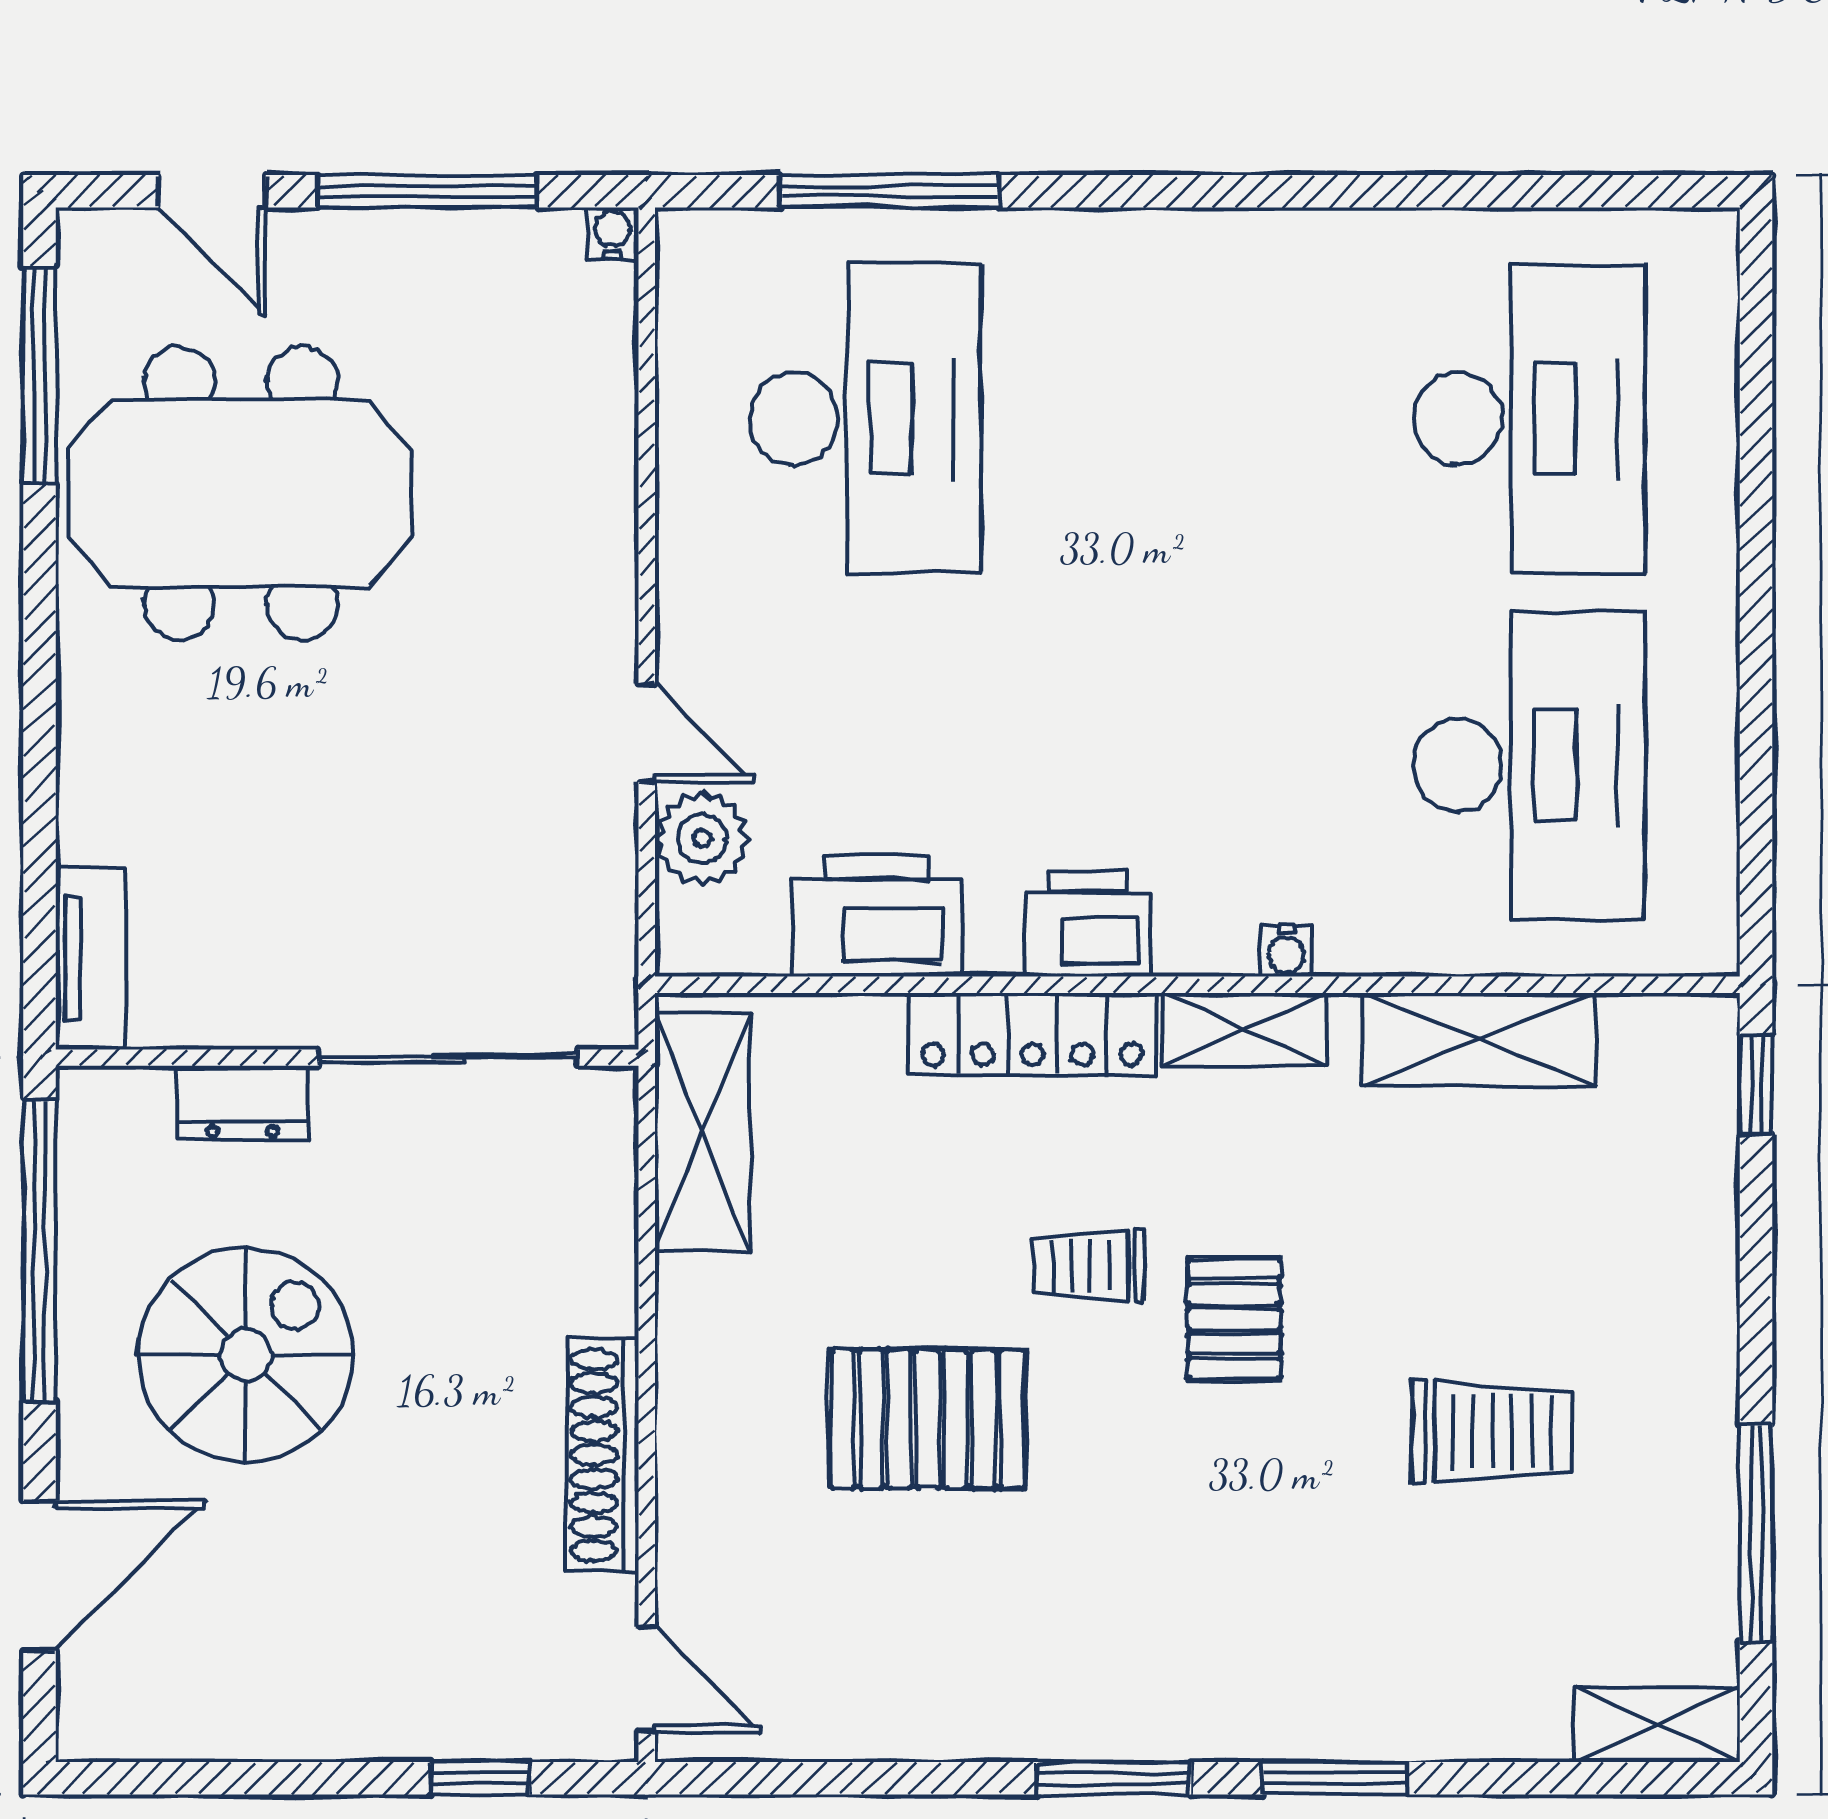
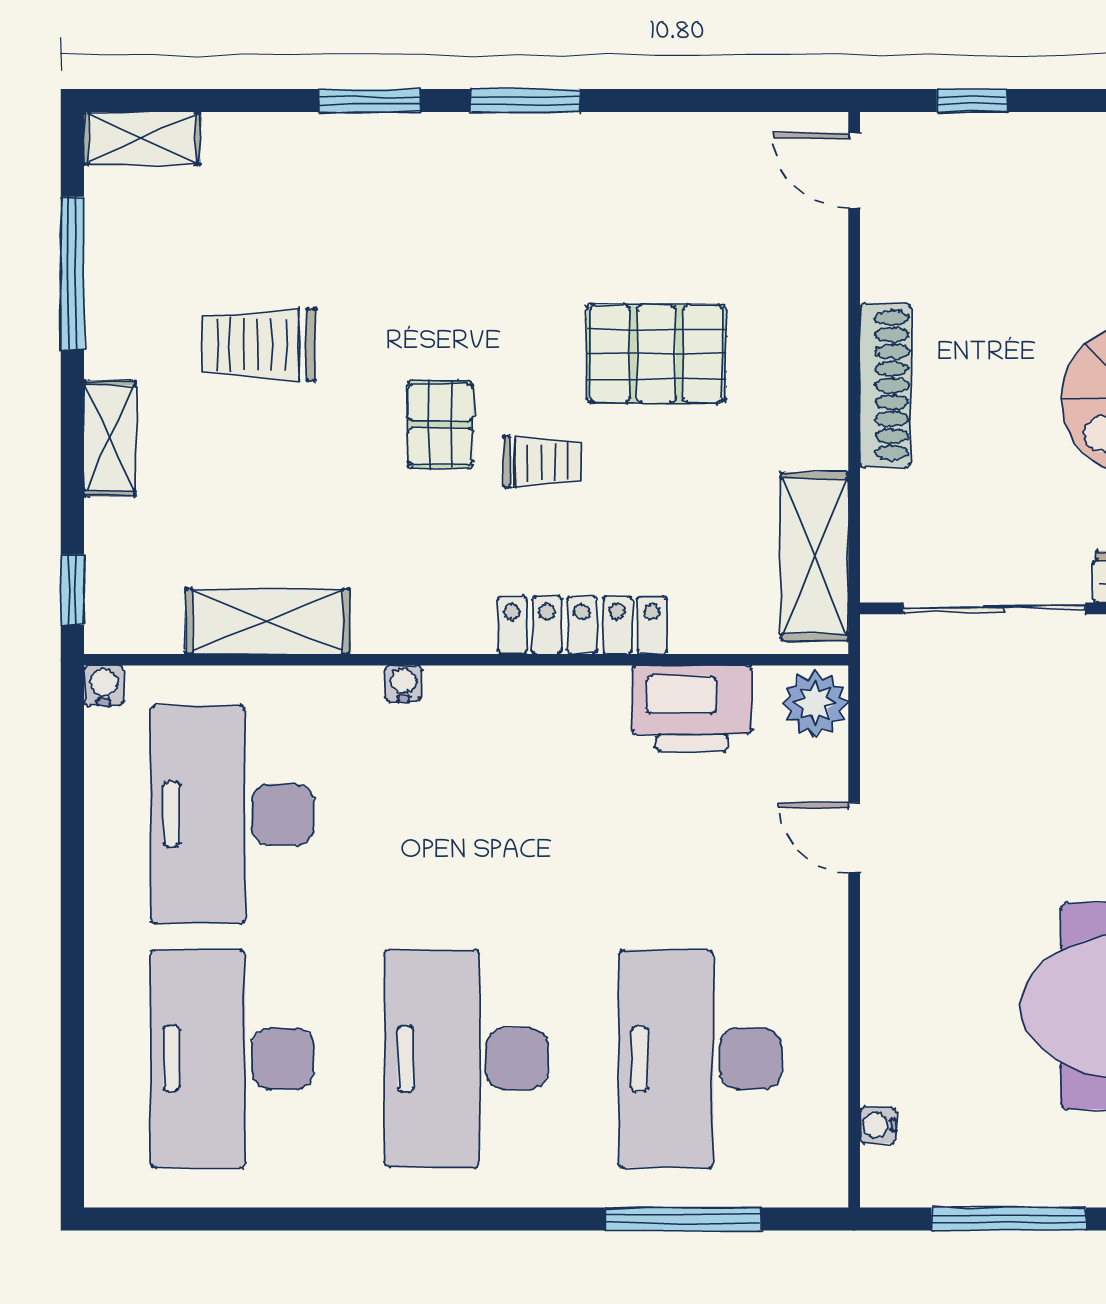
water cooler: (613, 233) -> (878, 1125), moved, turned 90
desk: (1197, 419) -> (466, 1059), added
plant: (702, 839) -> (815, 703), moved
printer: (1088, 924) -> (543, 703), removed
water cooler: (1711, 948) -> (104, 686), added
shelving: (1245, 1029) -> (110, 438), moved, turned 90
shoe rack: (603, 1455) -> (885, 385), moved

